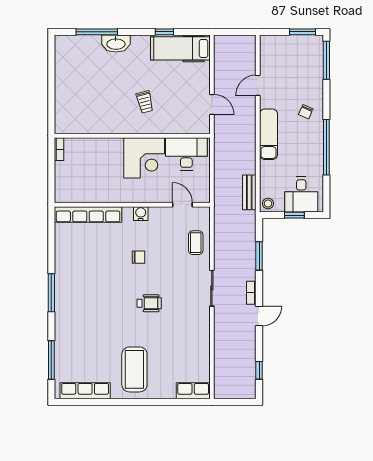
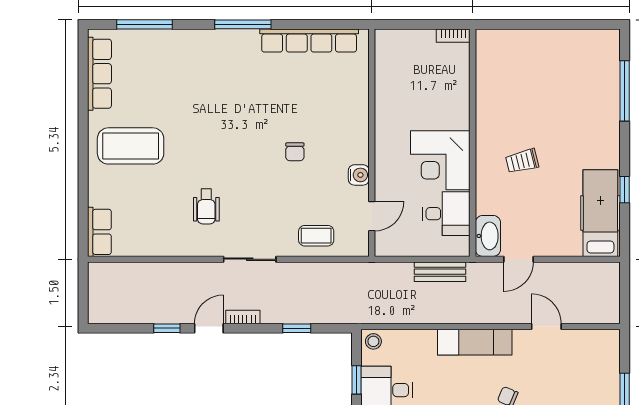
washbasin: (116, 44) -> (488, 236), moved, turned 180
desk: (186, 154) -> (446, 214), width x0.73
bench: (249, 192) -> (440, 272), moved
row of seats: (88, 214) -> (309, 40), moved, turned -90
water cooler: (141, 214) -> (359, 175), moved
window: (259, 256) -> (297, 328), width x0.67
wheelchair: (149, 303) -> (206, 206), moved
door: (259, 316) -> (209, 328), swing flipped
window: (259, 370) -> (167, 328), moved

